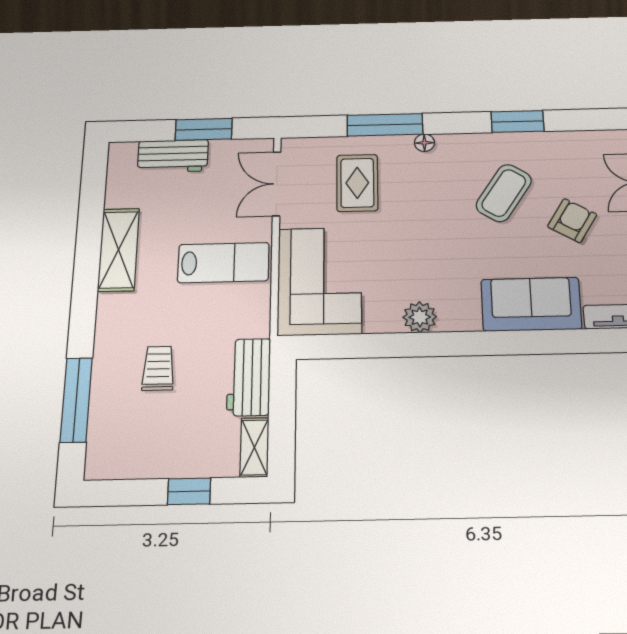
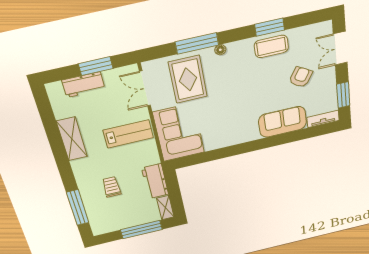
rug: (357, 183) -> (188, 79), width x1.36, depth x1.43
coffee table: (504, 193) -> (271, 46), moved, turned 57
plant: (420, 317) -> (230, 139), removed
window: (189, 491) -> (141, 230), width x2.17

